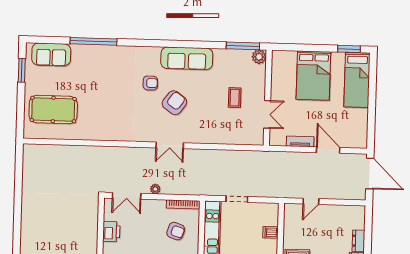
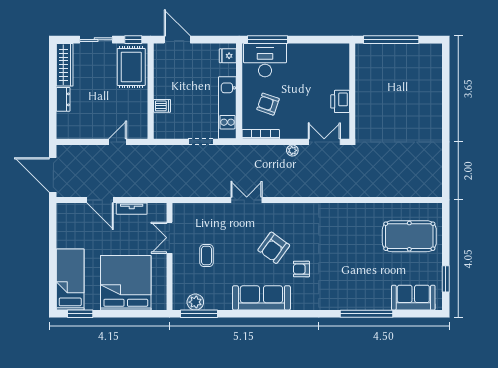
plant: (259, 57) -> (195, 302), moved
bed: (313, 76) -> (126, 283), width x1.36
double door: (170, 145) -> (247, 200), moved

